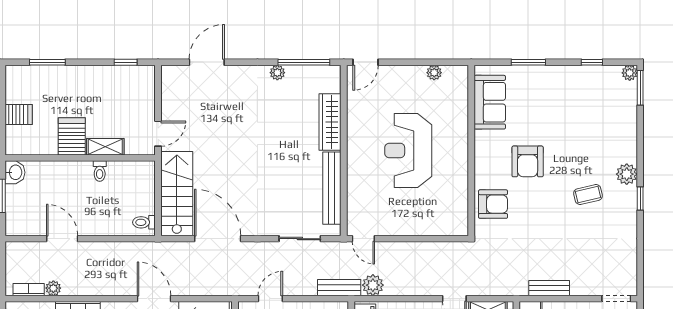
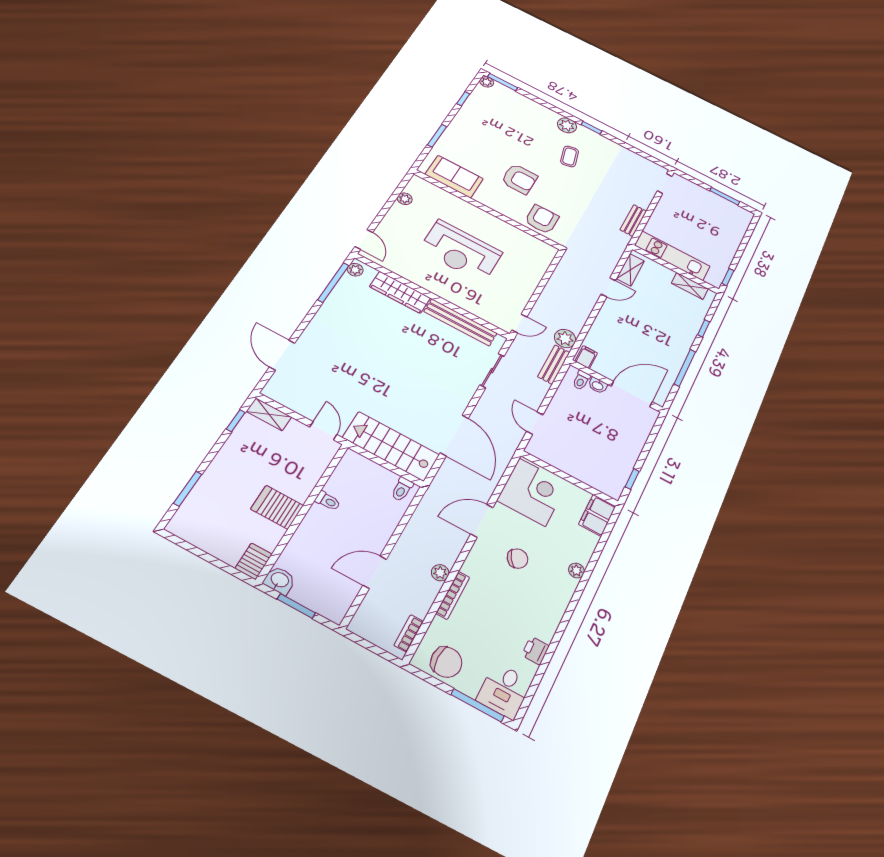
plant: (277, 73) -> (355, 270), moved
server rack: (19, 114) -> (254, 561), moved
shelving: (105, 147) -> (269, 414), moved, turned 90
door: (218, 239) -> (454, 435), swing flipped
plant: (53, 288) -> (440, 573), moved

